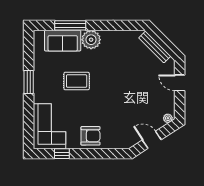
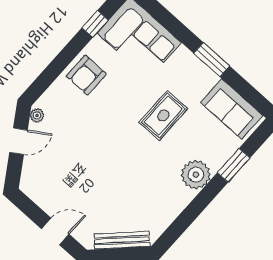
window: (70, 25) -> (234, 165), width x0.69
sofa: (63, 41) -> (232, 109), moved, turned -90
plant: (168, 118) -> (37, 115), moved

